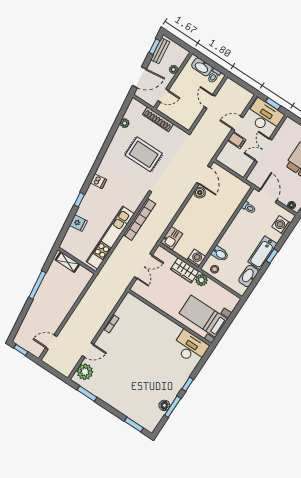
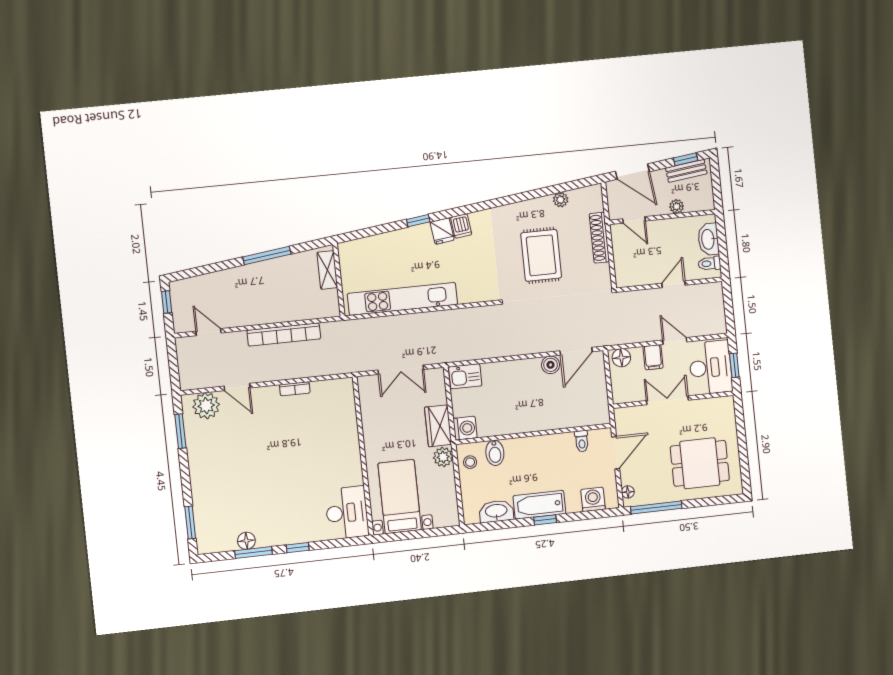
floor lamp: (224, 156) -> (621, 358), added
bookcase: (139, 219) -> (284, 335), moved
fridge: (78, 223) -> (442, 231), moved

